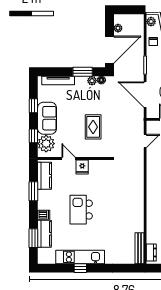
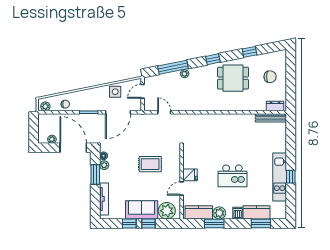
window: (33, 136) -> (149, 223), moved
plant: (44, 196) -> (219, 213), added

